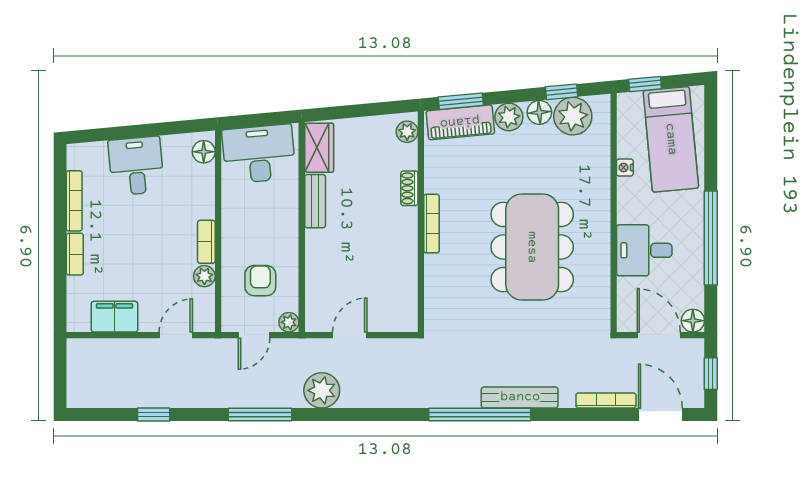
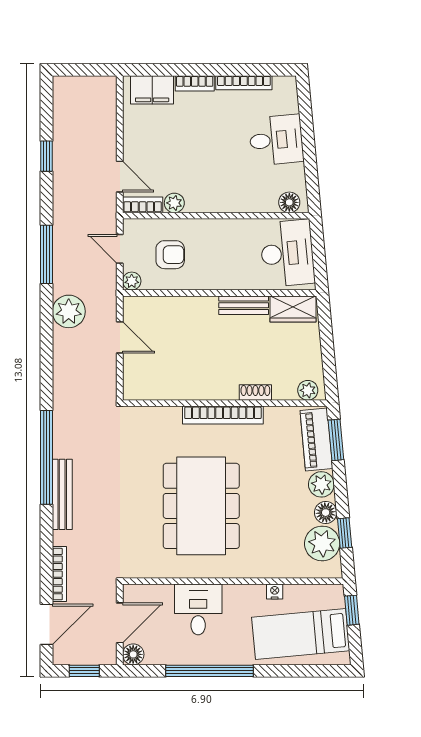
bookcase: (432, 224) -> (223, 415), width x1.48, depth x1.31
bookcase: (206, 242) -> (143, 205), moved
dining table: (532, 247) -> (201, 506), turned 90
filing cabinet: (115, 317) -> (152, 90), moved, turned 90

